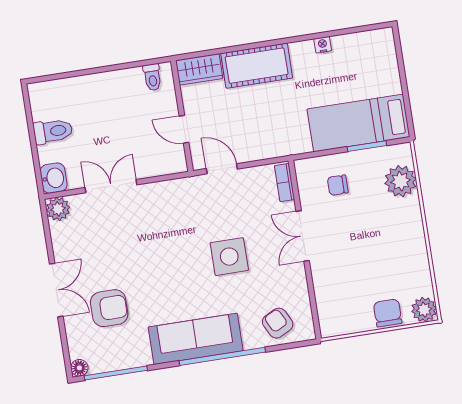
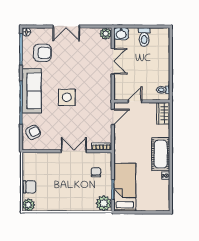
cot: (257, 66) -> (161, 154), moved
plant: (401, 181) -> (104, 203), moved
side table: (229, 257) -> (67, 97), moved
armchair: (109, 308) -> (42, 53), moved, turned -90

